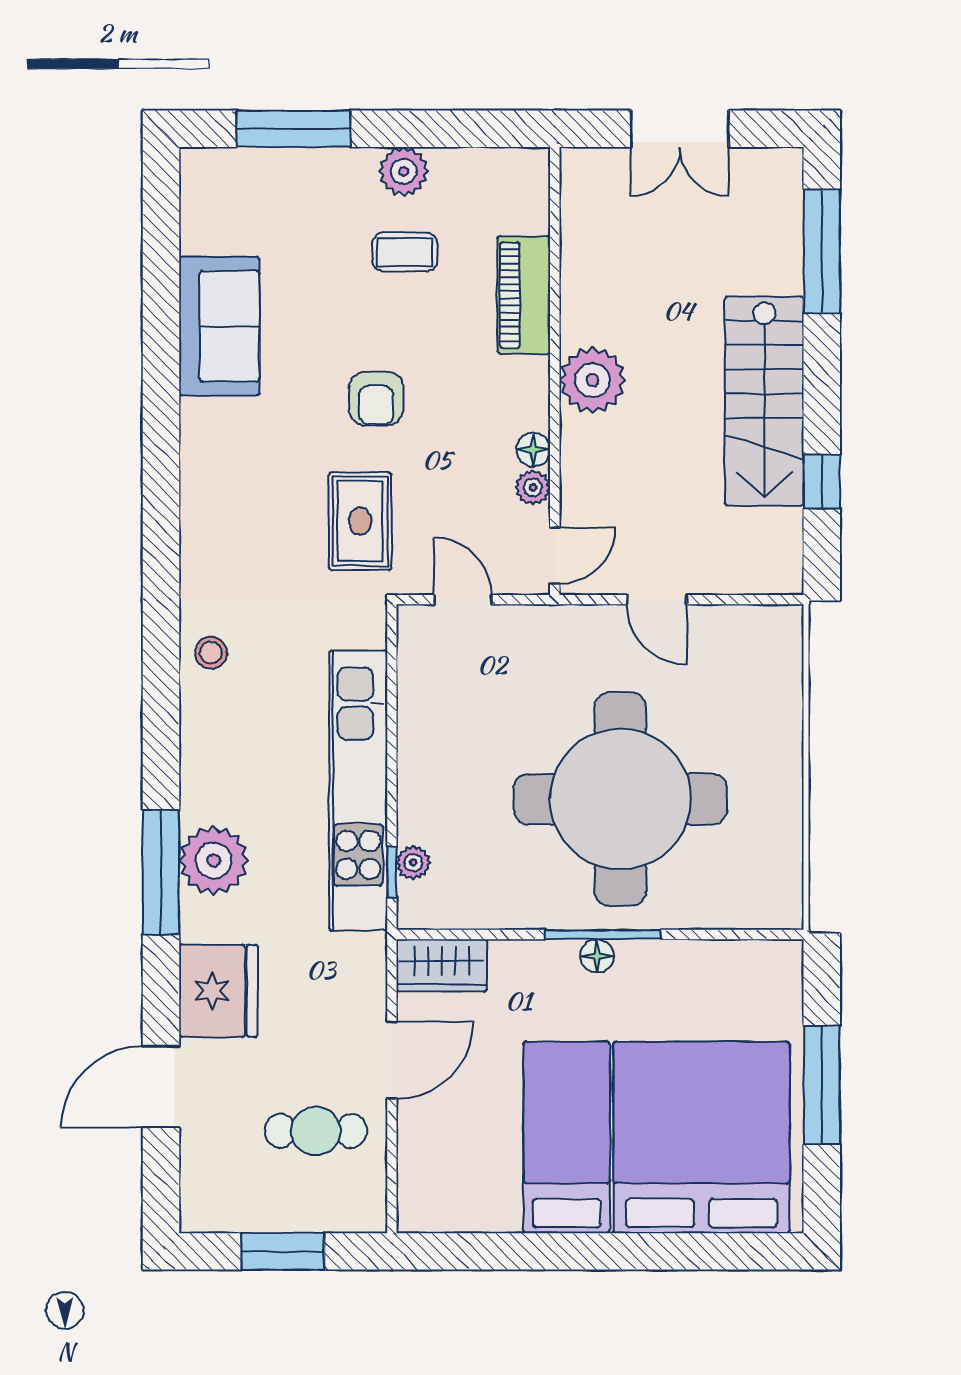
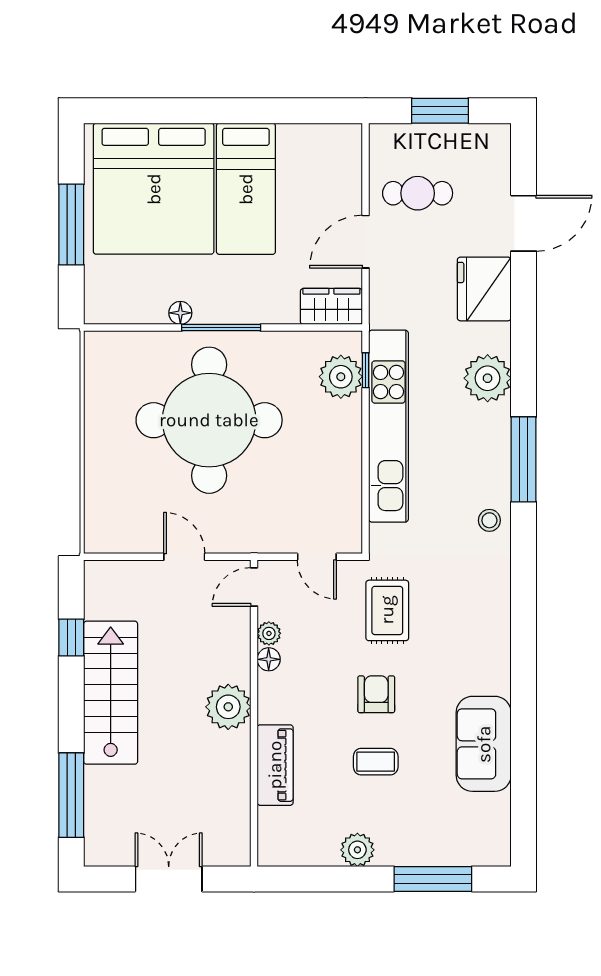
coffee table: (405, 252) -> (376, 762), moved
plant: (413, 863) -> (341, 377), width x1.88, depth x1.88
window: (161, 872) -> (524, 459), moved
floor lamp: (597, 956) -> (180, 313), moved

